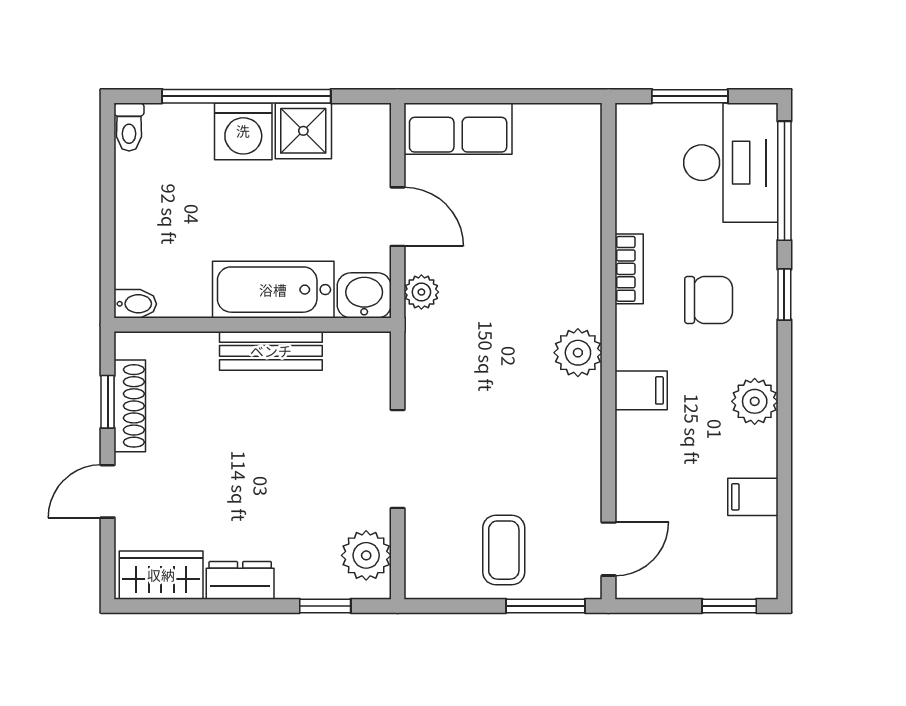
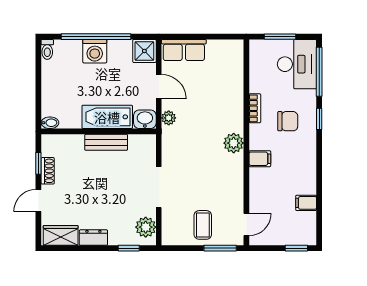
shower: (303, 131) -> (144, 51), moved
plant: (755, 401) -> (307, 163), removed
shoe rack: (130, 406) -> (48, 171), width x0.70

